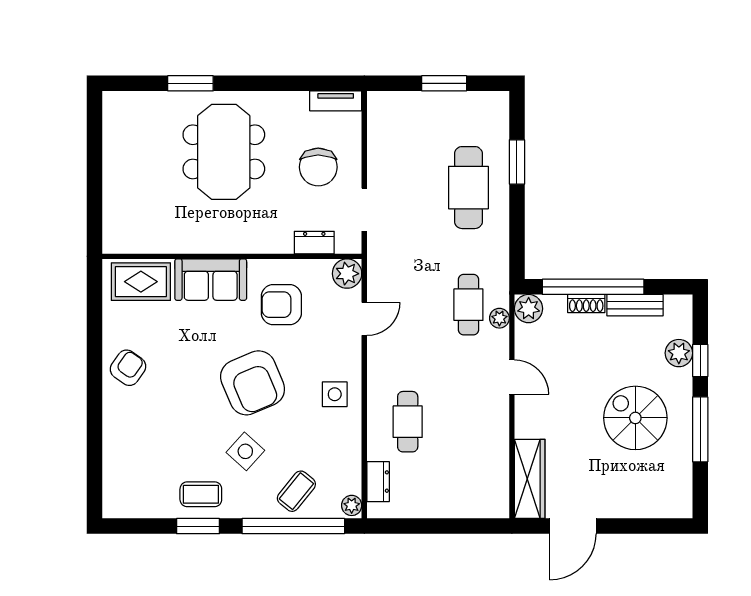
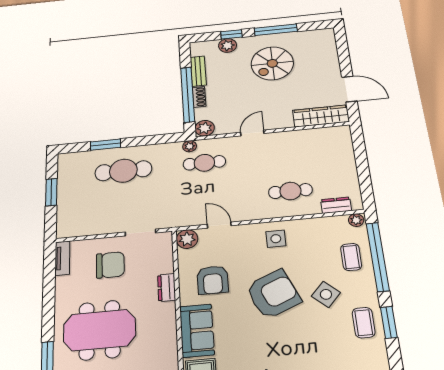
dresser: (314, 243) -> (167, 288), moved
plant: (499, 318) -> (190, 146), moved
coffee table: (296, 491) -> (351, 257), turned 51

